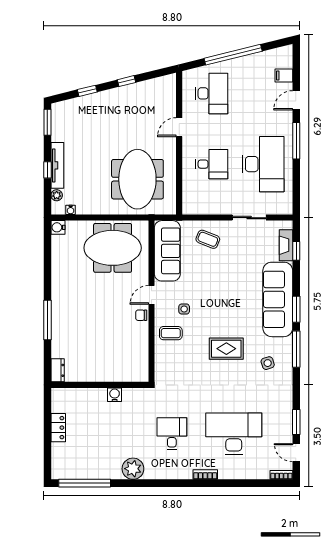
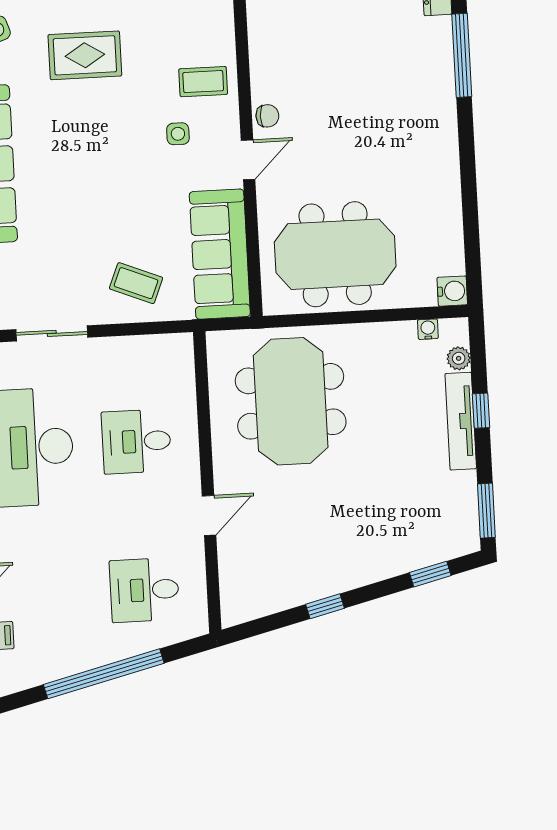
window: (87, 91) -> (430, 574), moved
desk: (212, 93) -> (144, 590), width x0.73
window: (47, 320) -> (462, 55), moved

